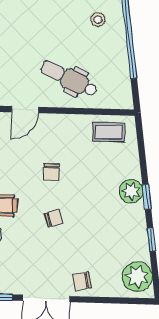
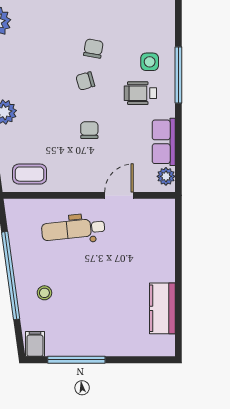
dental chair: (69, 79) -> (73, 229), turned 149
chair: (82, 281) -> (93, 49), moved, turned -68

